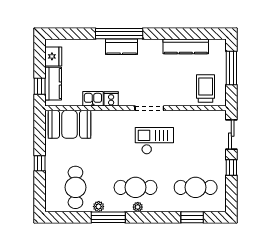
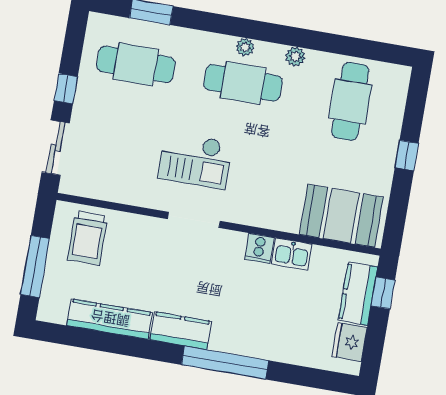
kitchen counter: (121, 47) -> (181, 331), moved
plant: (99, 207) -> (295, 57), moved
window: (108, 217) -> (301, 38), removed

